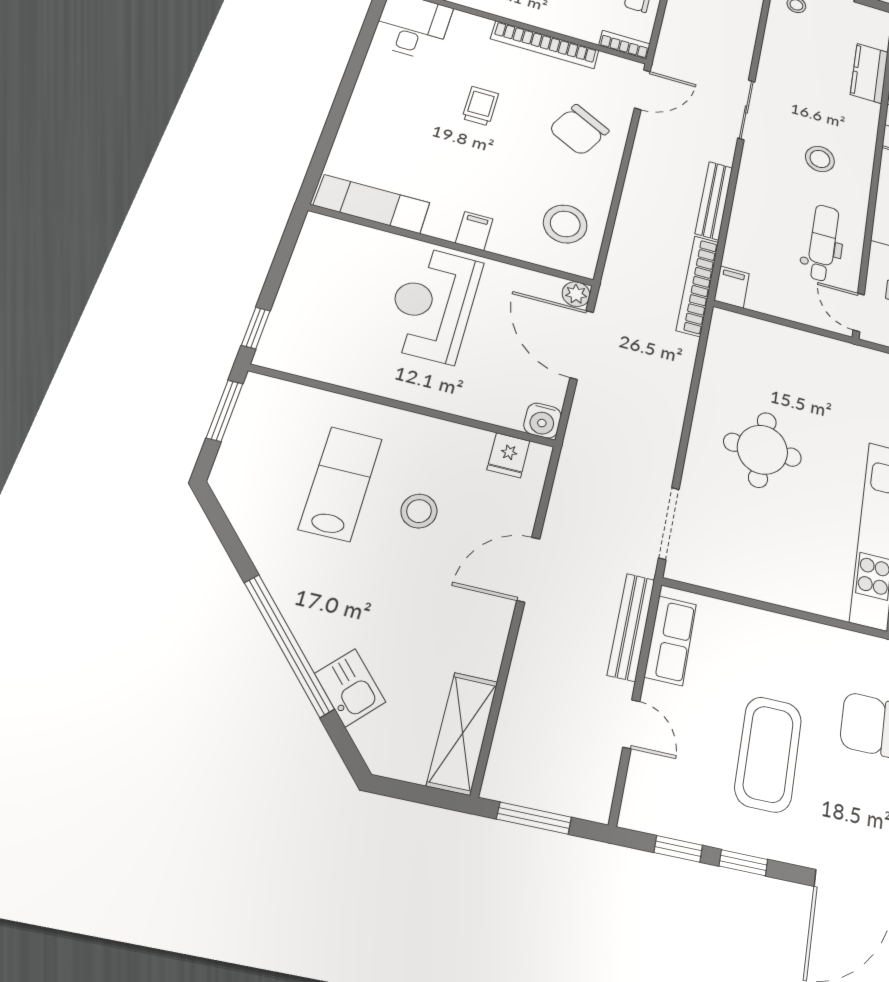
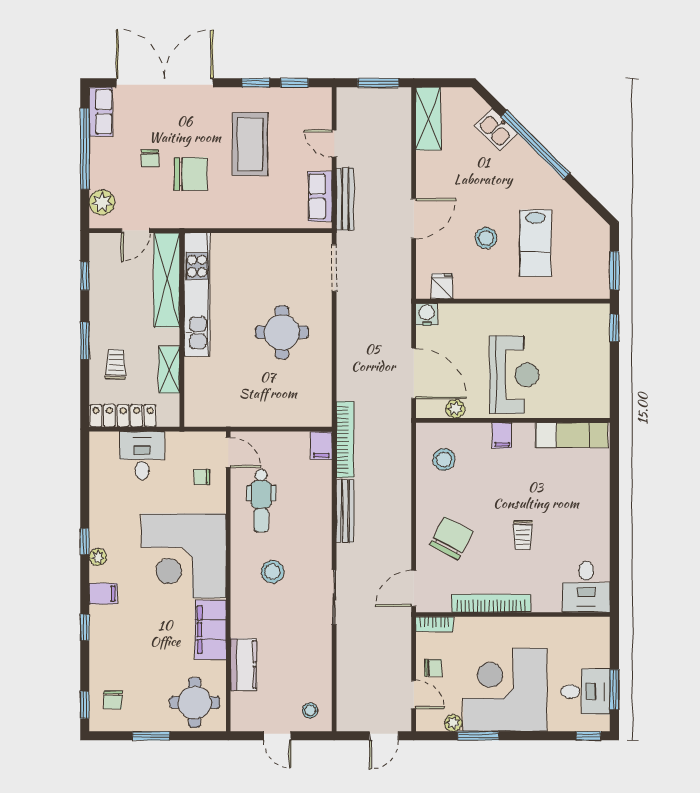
stool: (565, 224) -> (444, 459), width x0.73, depth x0.73
plant: (576, 294) -> (455, 409), moved

